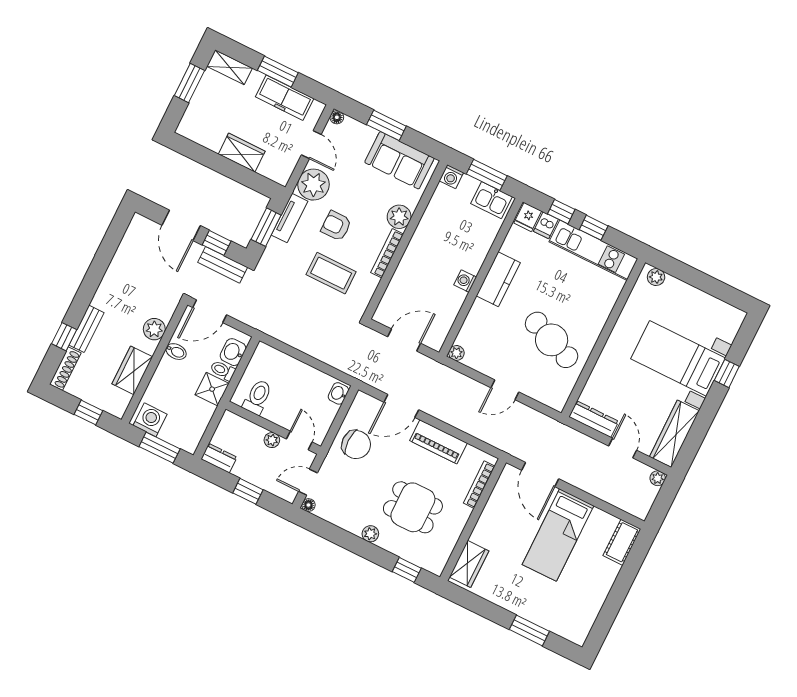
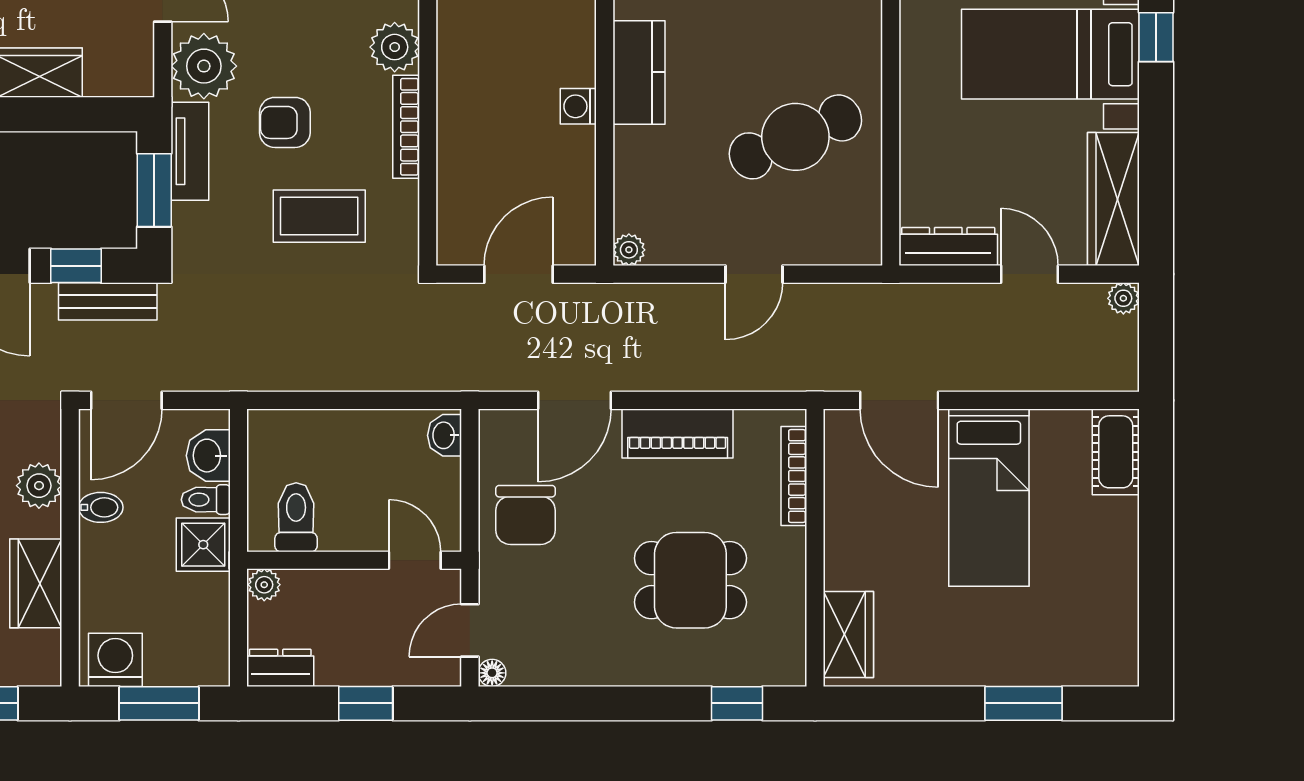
cafe table: (552, 340) -> (795, 137), turned -45
plant: (272, 440) -> (264, 585), moved
chair: (356, 445) -> (526, 515), turned 90
plant: (370, 534) -> (635, 669), removed

